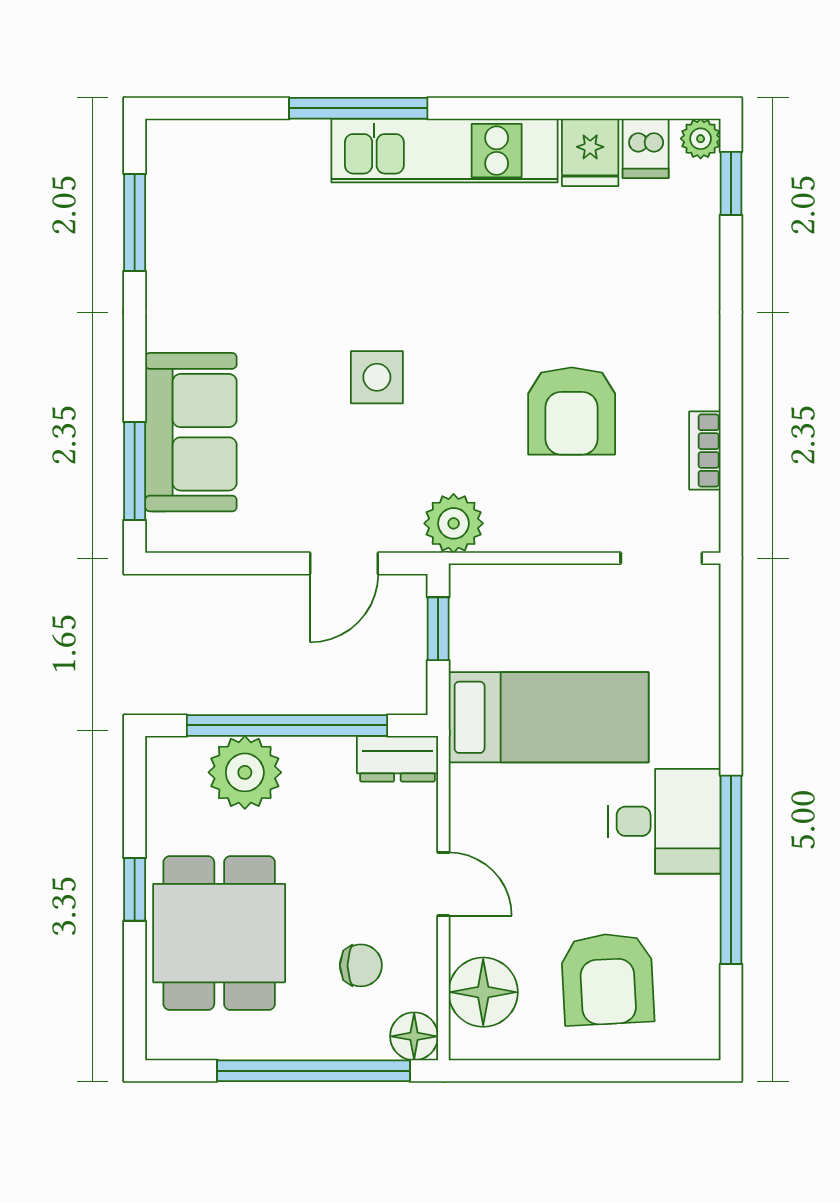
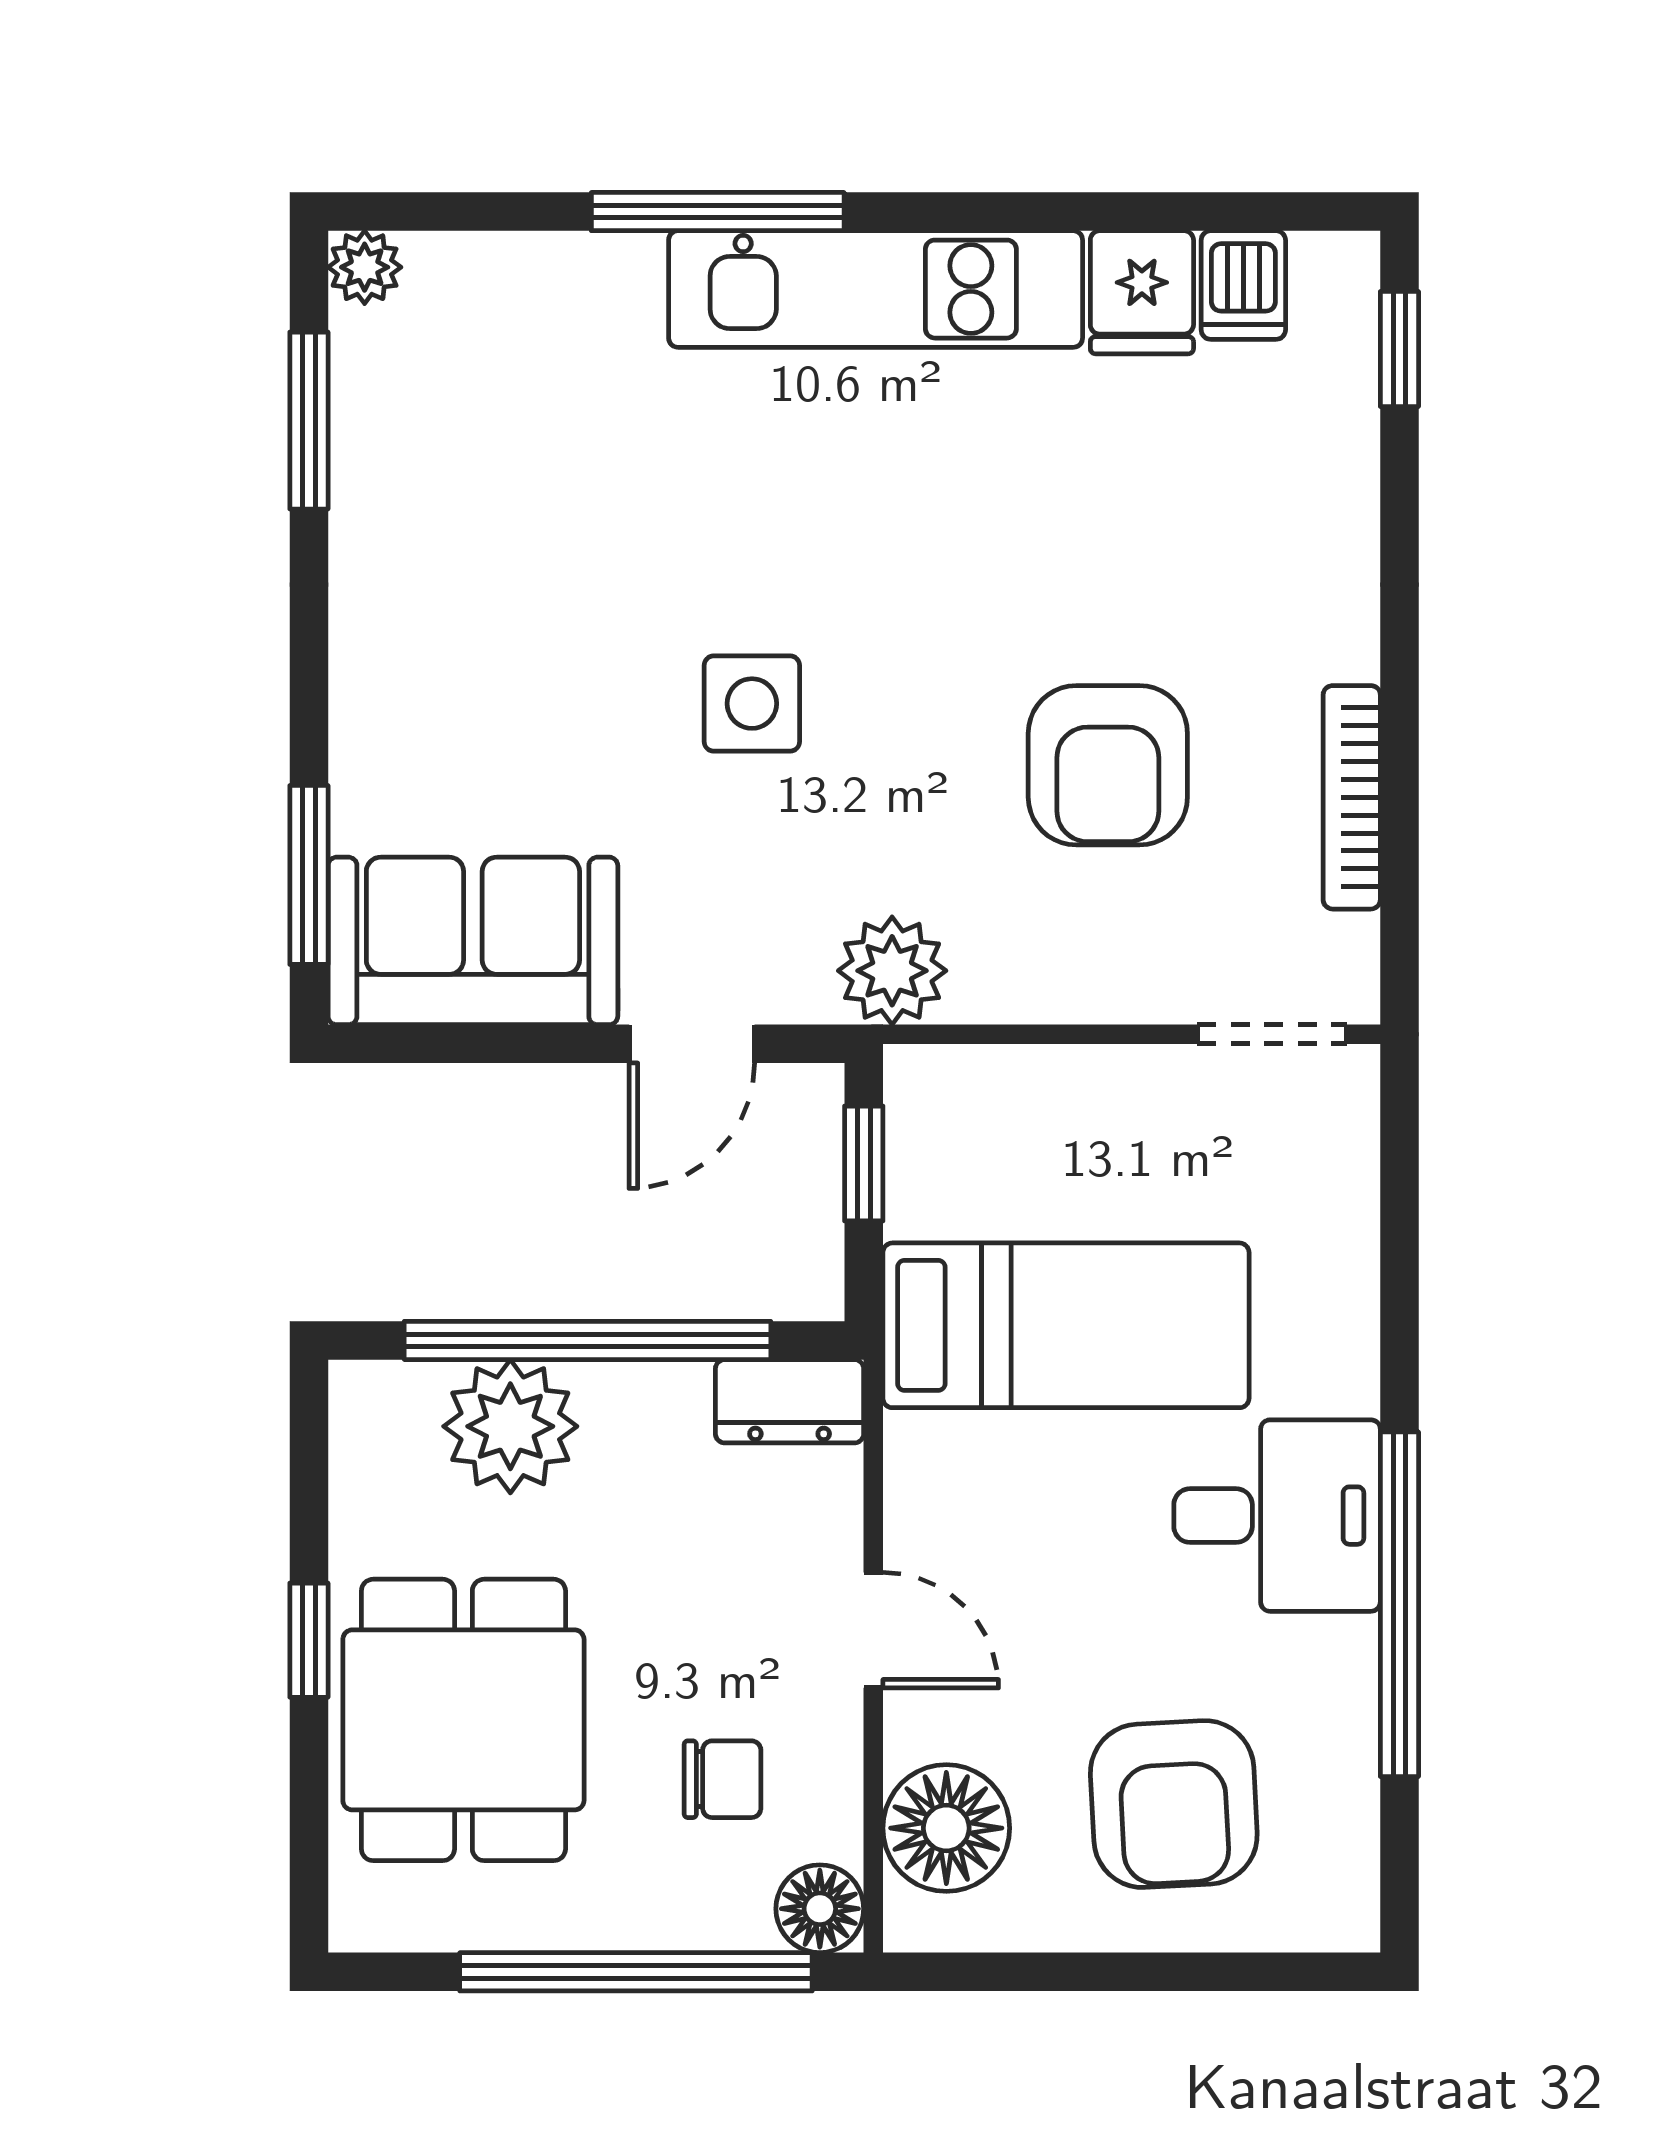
plant: (701, 139) -> (365, 267), moved
sofa: (191, 432) -> (473, 941), moved, turned -90
bookcase: (705, 451) -> (1352, 797), width x1.56

